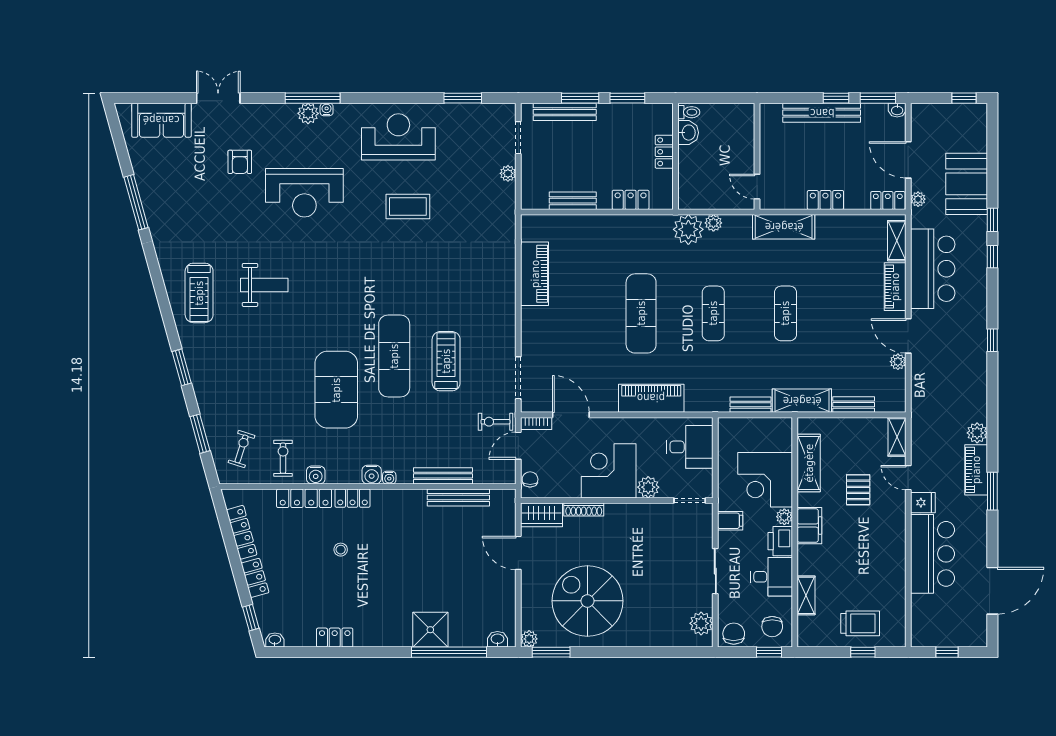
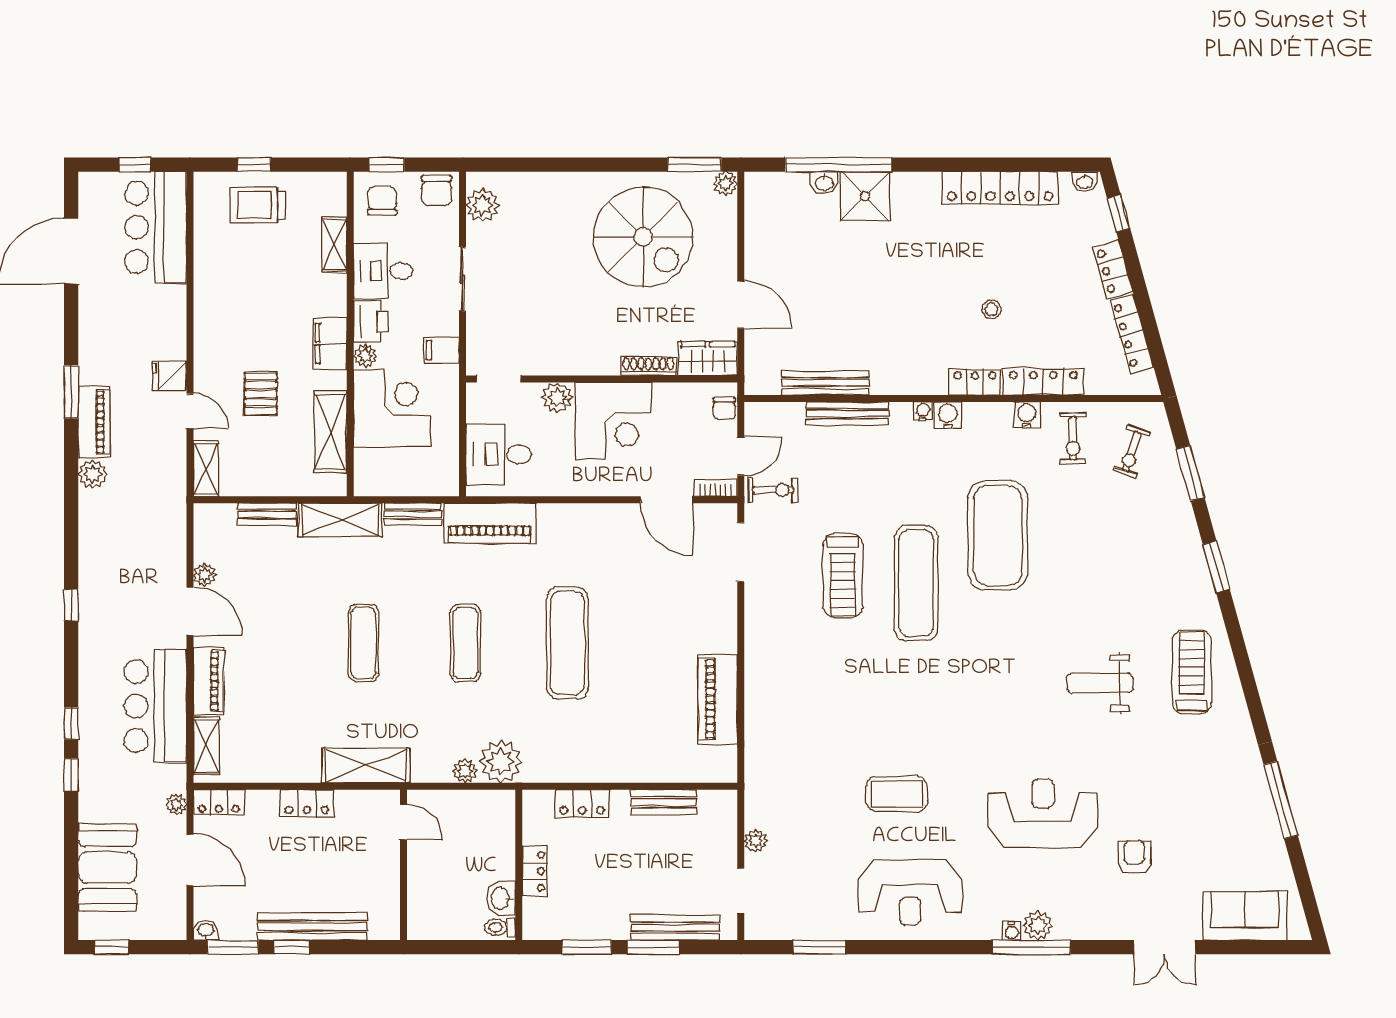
booth: (967, 184) -> (107, 868), moved
piano: (651, 398) -> (490, 523), moved
bar counter: (932, 554) -> (156, 227), moved
locker: (335, 638) -> (1000, 188), width x2.16, depth x1.21
washbasin: (497, 639) -> (824, 183), moved

